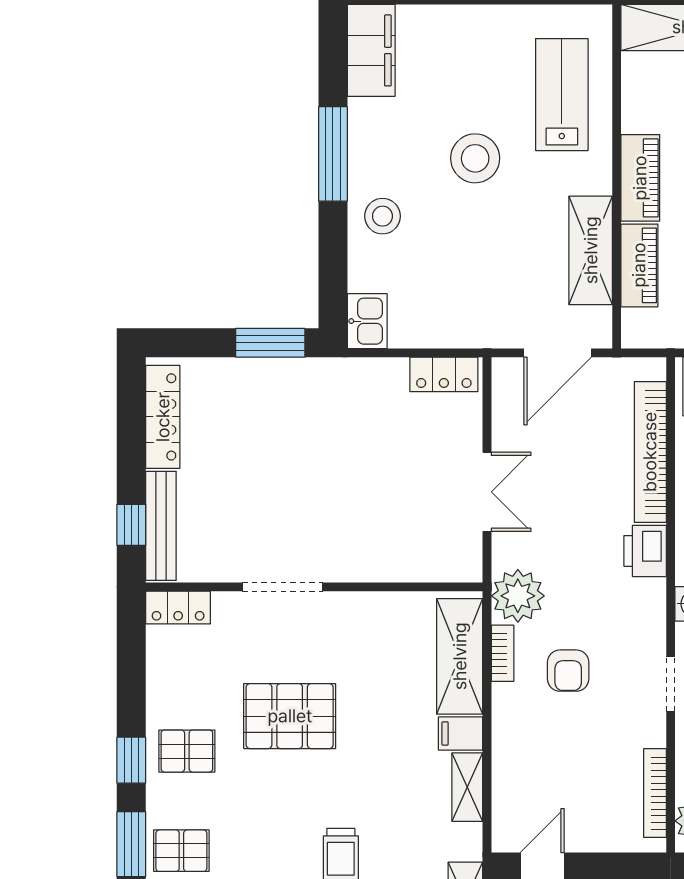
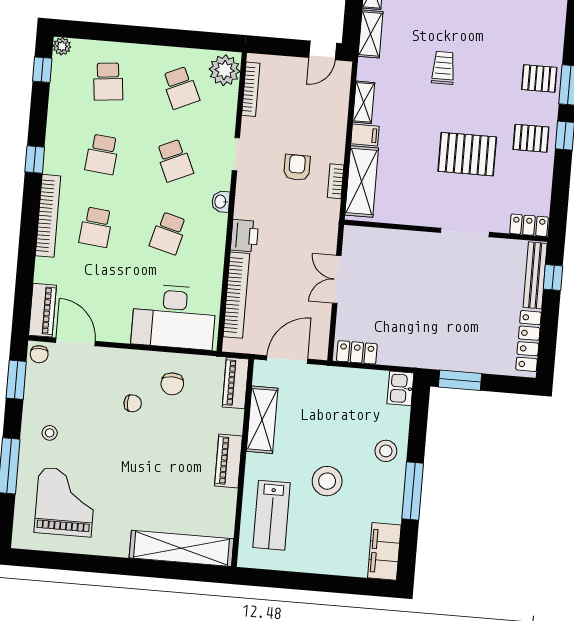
piano: (639, 265) -> (236, 383), moved
plant: (518, 596) -> (323, 215), removed

